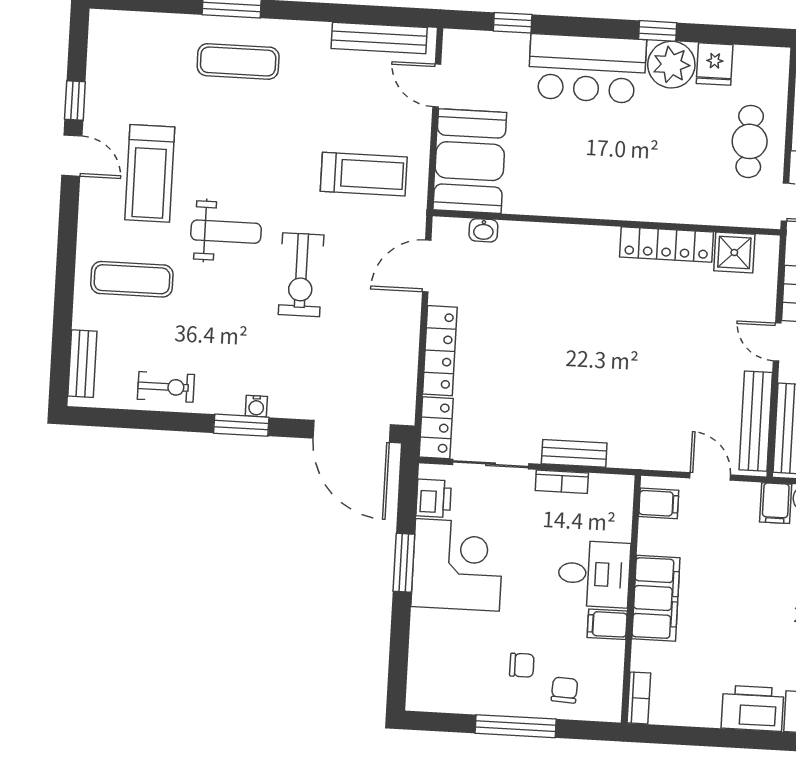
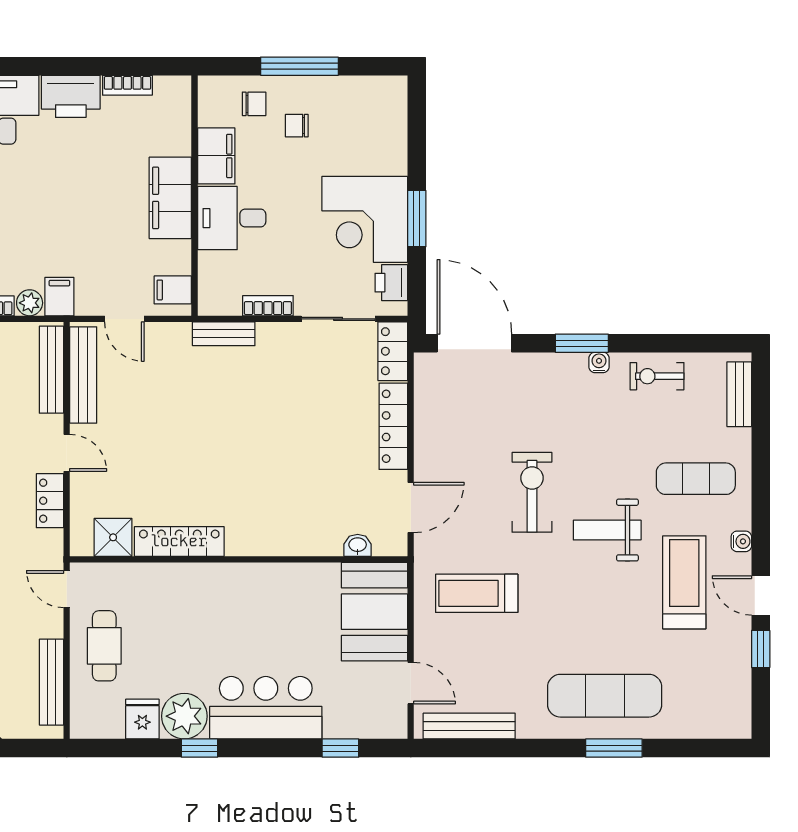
exercise mat: (238, 61) -> (605, 696), width x1.36, depth x1.45
water cooler: (89, 212) -> (741, 541), added
water cooler: (256, 406) -> (599, 362), moved
bench: (574, 453) -> (224, 334), moved
filing cabinet: (607, 624) -> (216, 156), width x2.00
chair: (564, 690) -> (254, 104), turned -93
bookcase: (639, 698) -> (127, 85), moved, turned -90

